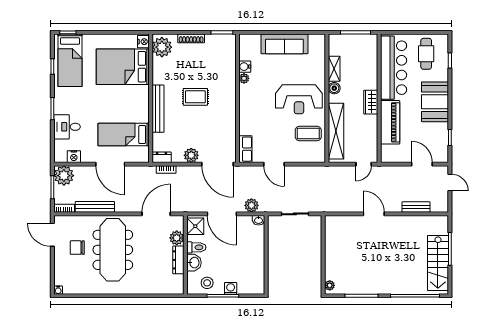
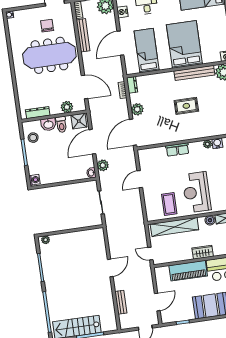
bed: (123, 67) -> (184, 44), moved
rug: (195, 97) -> (186, 106), turned 90
bench: (158, 109) -> (194, 73), moved
row of seats: (245, 149) -> (177, 150), moved
dresser: (178, 260) -> (38, 113), moved
washing machine: (231, 288) -> (34, 180), moved

